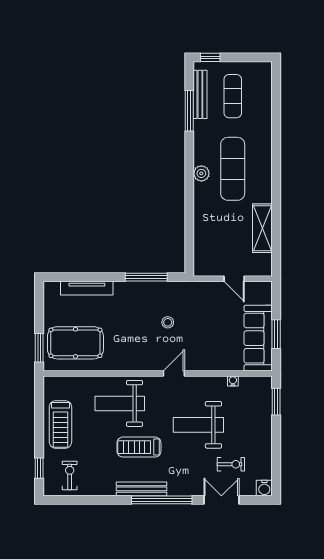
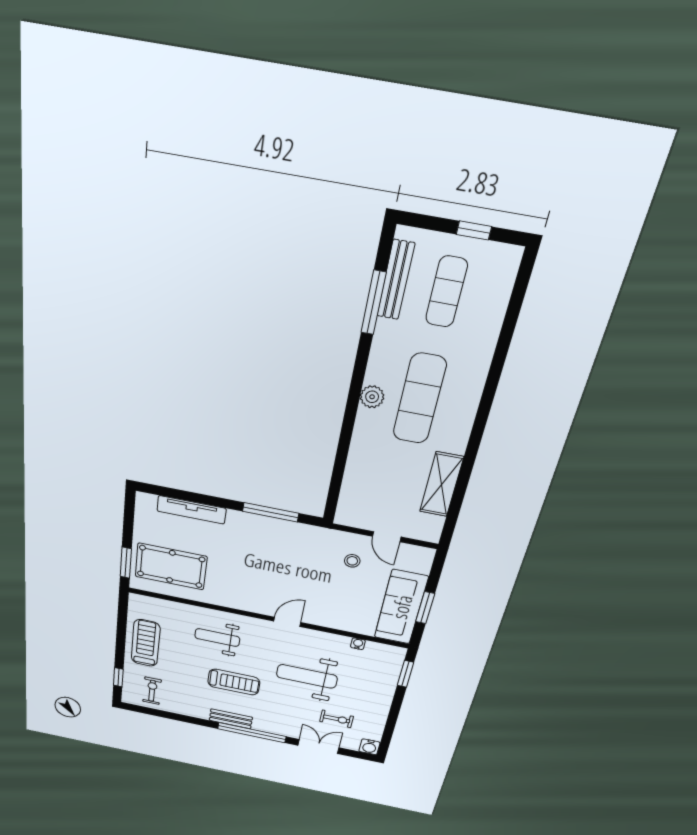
window: (210, 57) -> (474, 230), moved
stool: (168, 322) -> (352, 561), moved
weight bench: (120, 403) -> (217, 638), width x0.73, depth x0.75
treadmill: (60, 424) -> (146, 643), turned 180
treadmill: (139, 447) -> (234, 682), turned 180
bench: (141, 489) -> (231, 719), width x0.73

